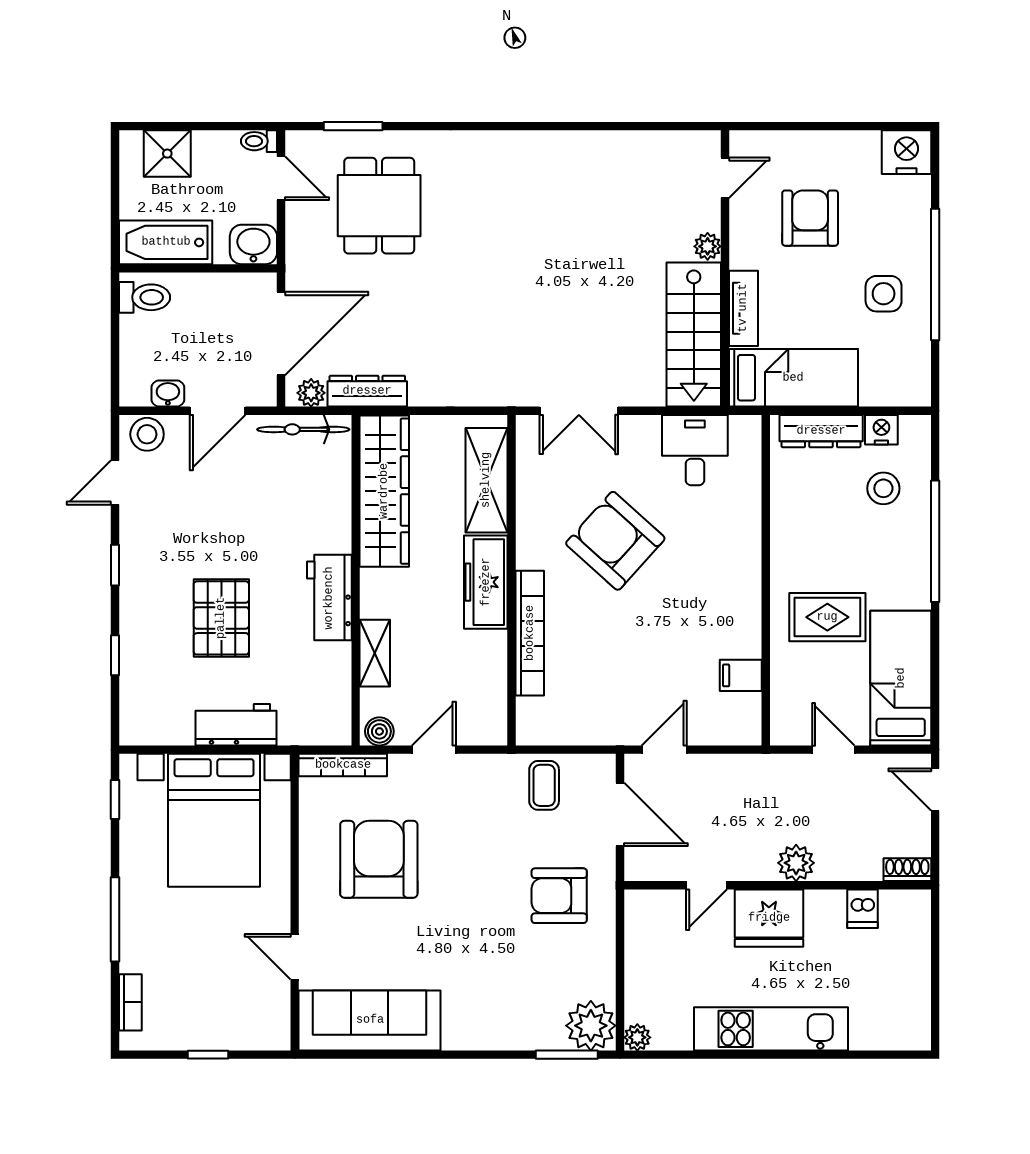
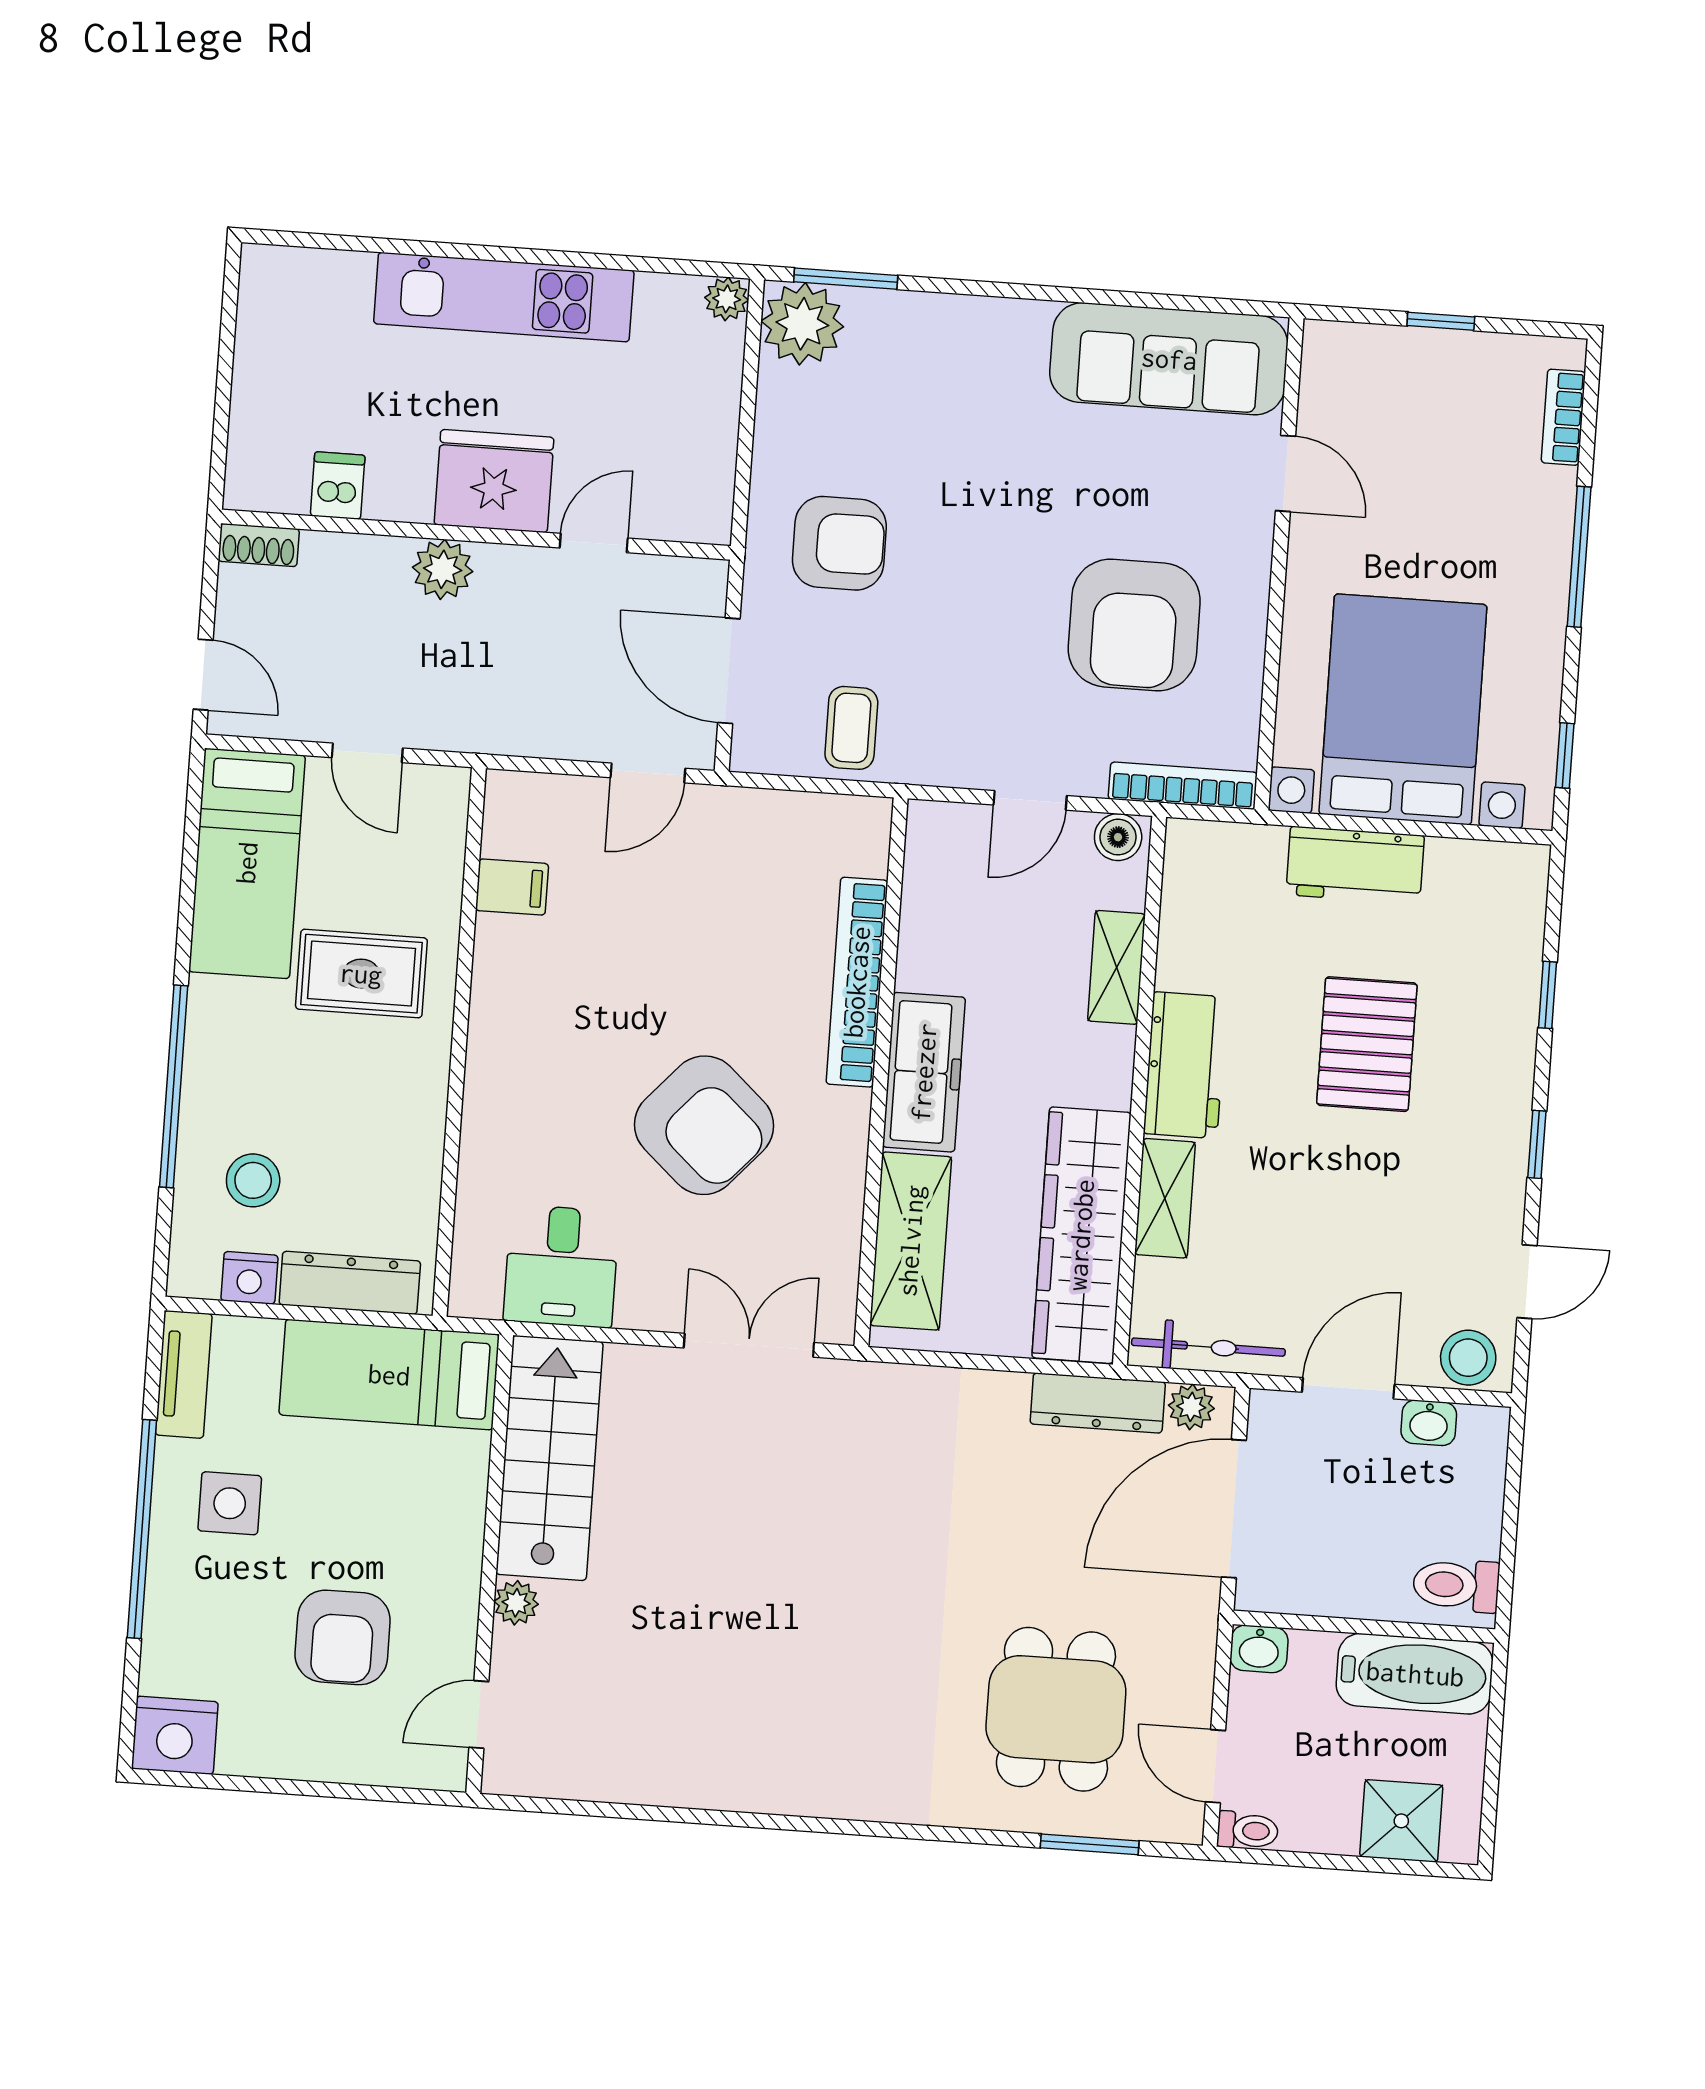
washbasin: (253, 244) -> (1259, 1649), width x0.72, depth x0.69
tv unit: (743, 308) -> (184, 1374), moved, turned 180
shelving: (336, 517) -> (1165, 1198), added

